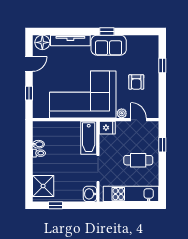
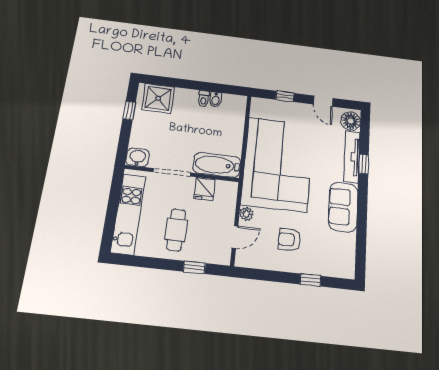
window: (107, 31) -> (364, 164), moved
fridge: (107, 128) -> (204, 189), moved

